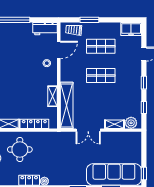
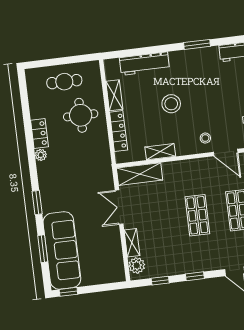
stool: (20, 84) -> (171, 104), added
shelving: (67, 105) -> (140, 174), width x0.68

